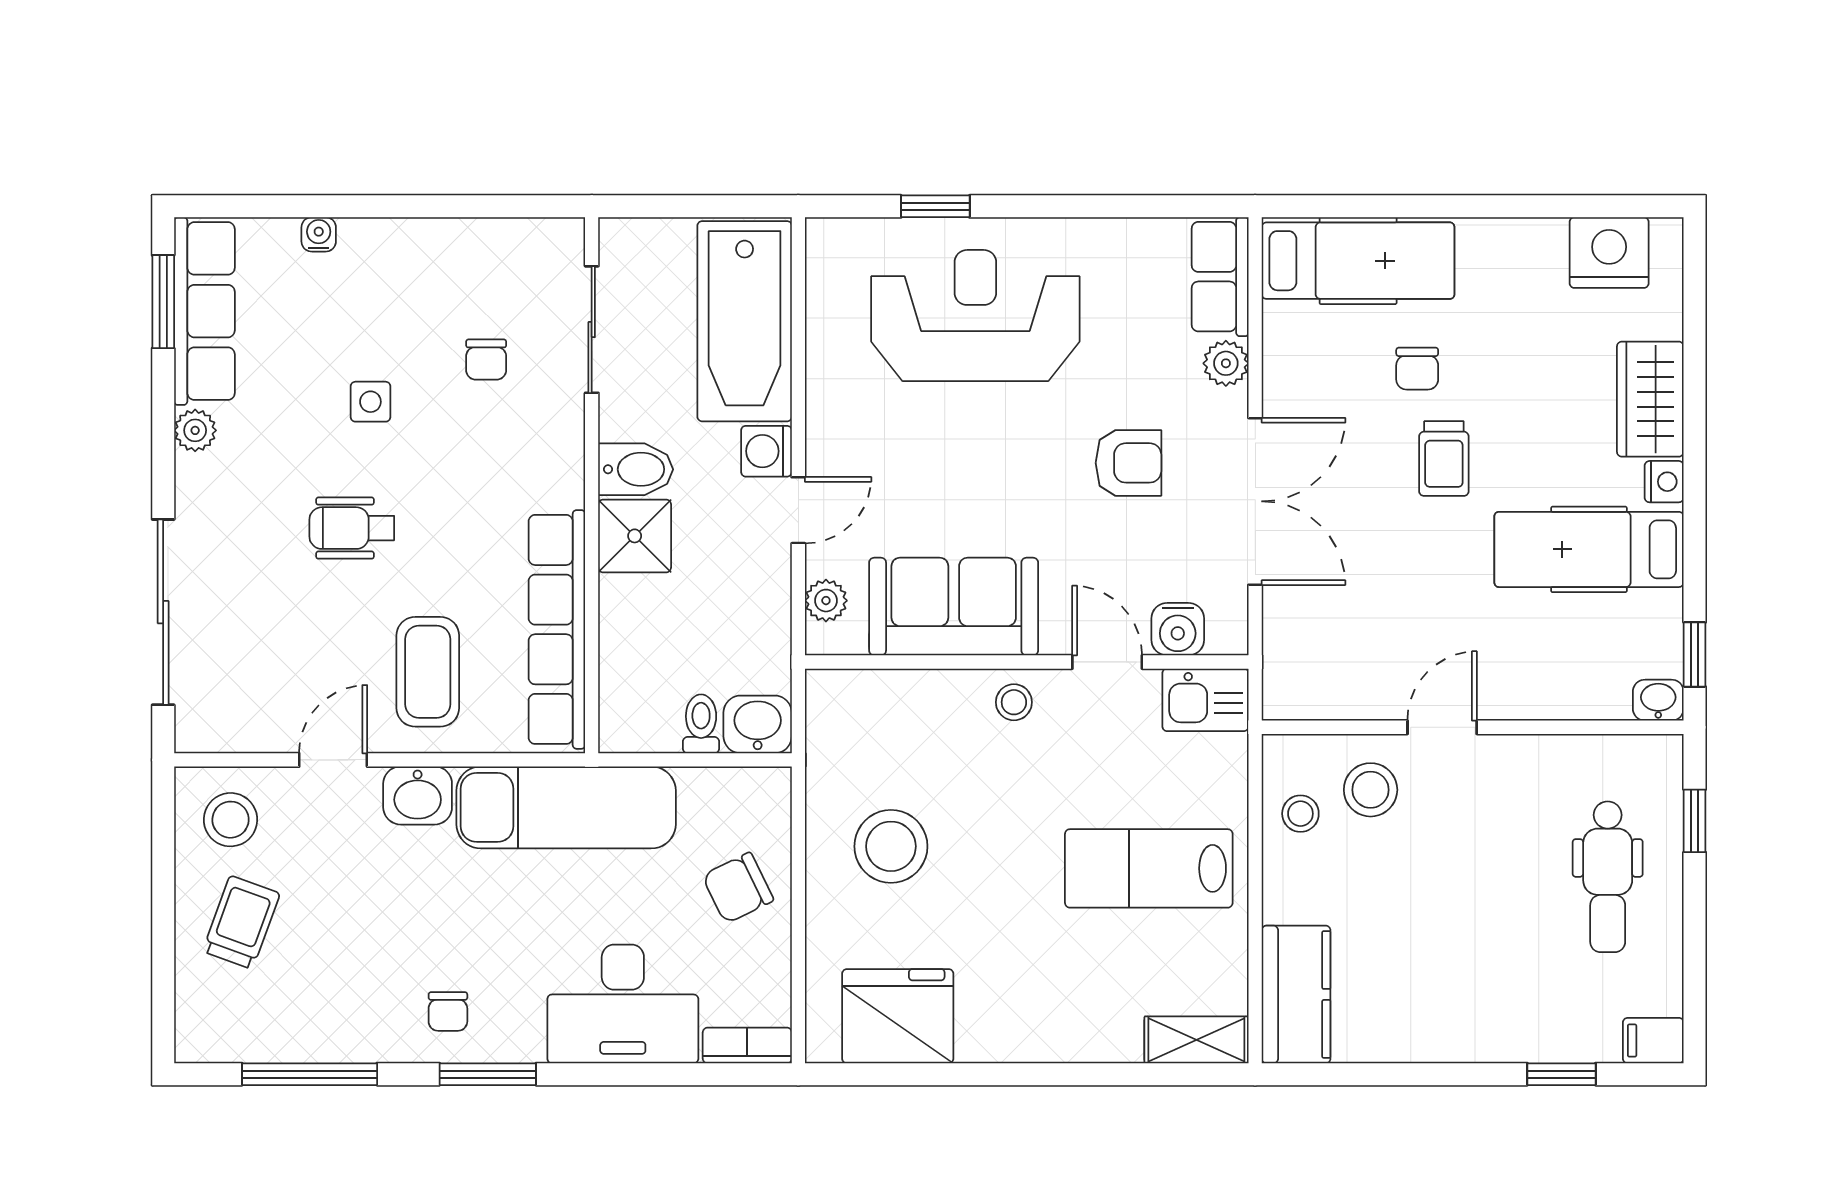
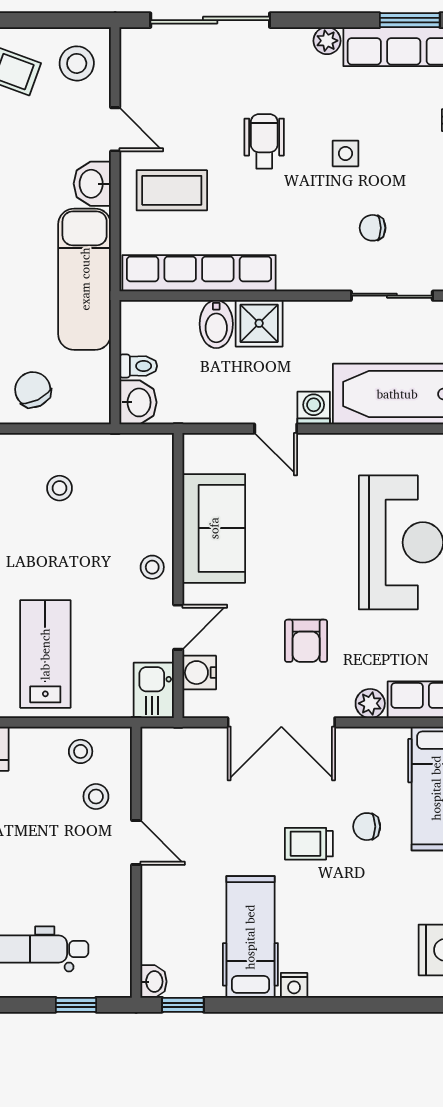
wardrobe: (1650, 399) -> (347, 976), removed
bidet: (636, 469) -> (216, 324), moved
plant: (826, 601) -> (218, 446), removed
stool: (1371, 790) -> (96, 796), width x0.73, depth x0.73
stool: (891, 846) -> (60, 488), width x0.53, depth x0.53

